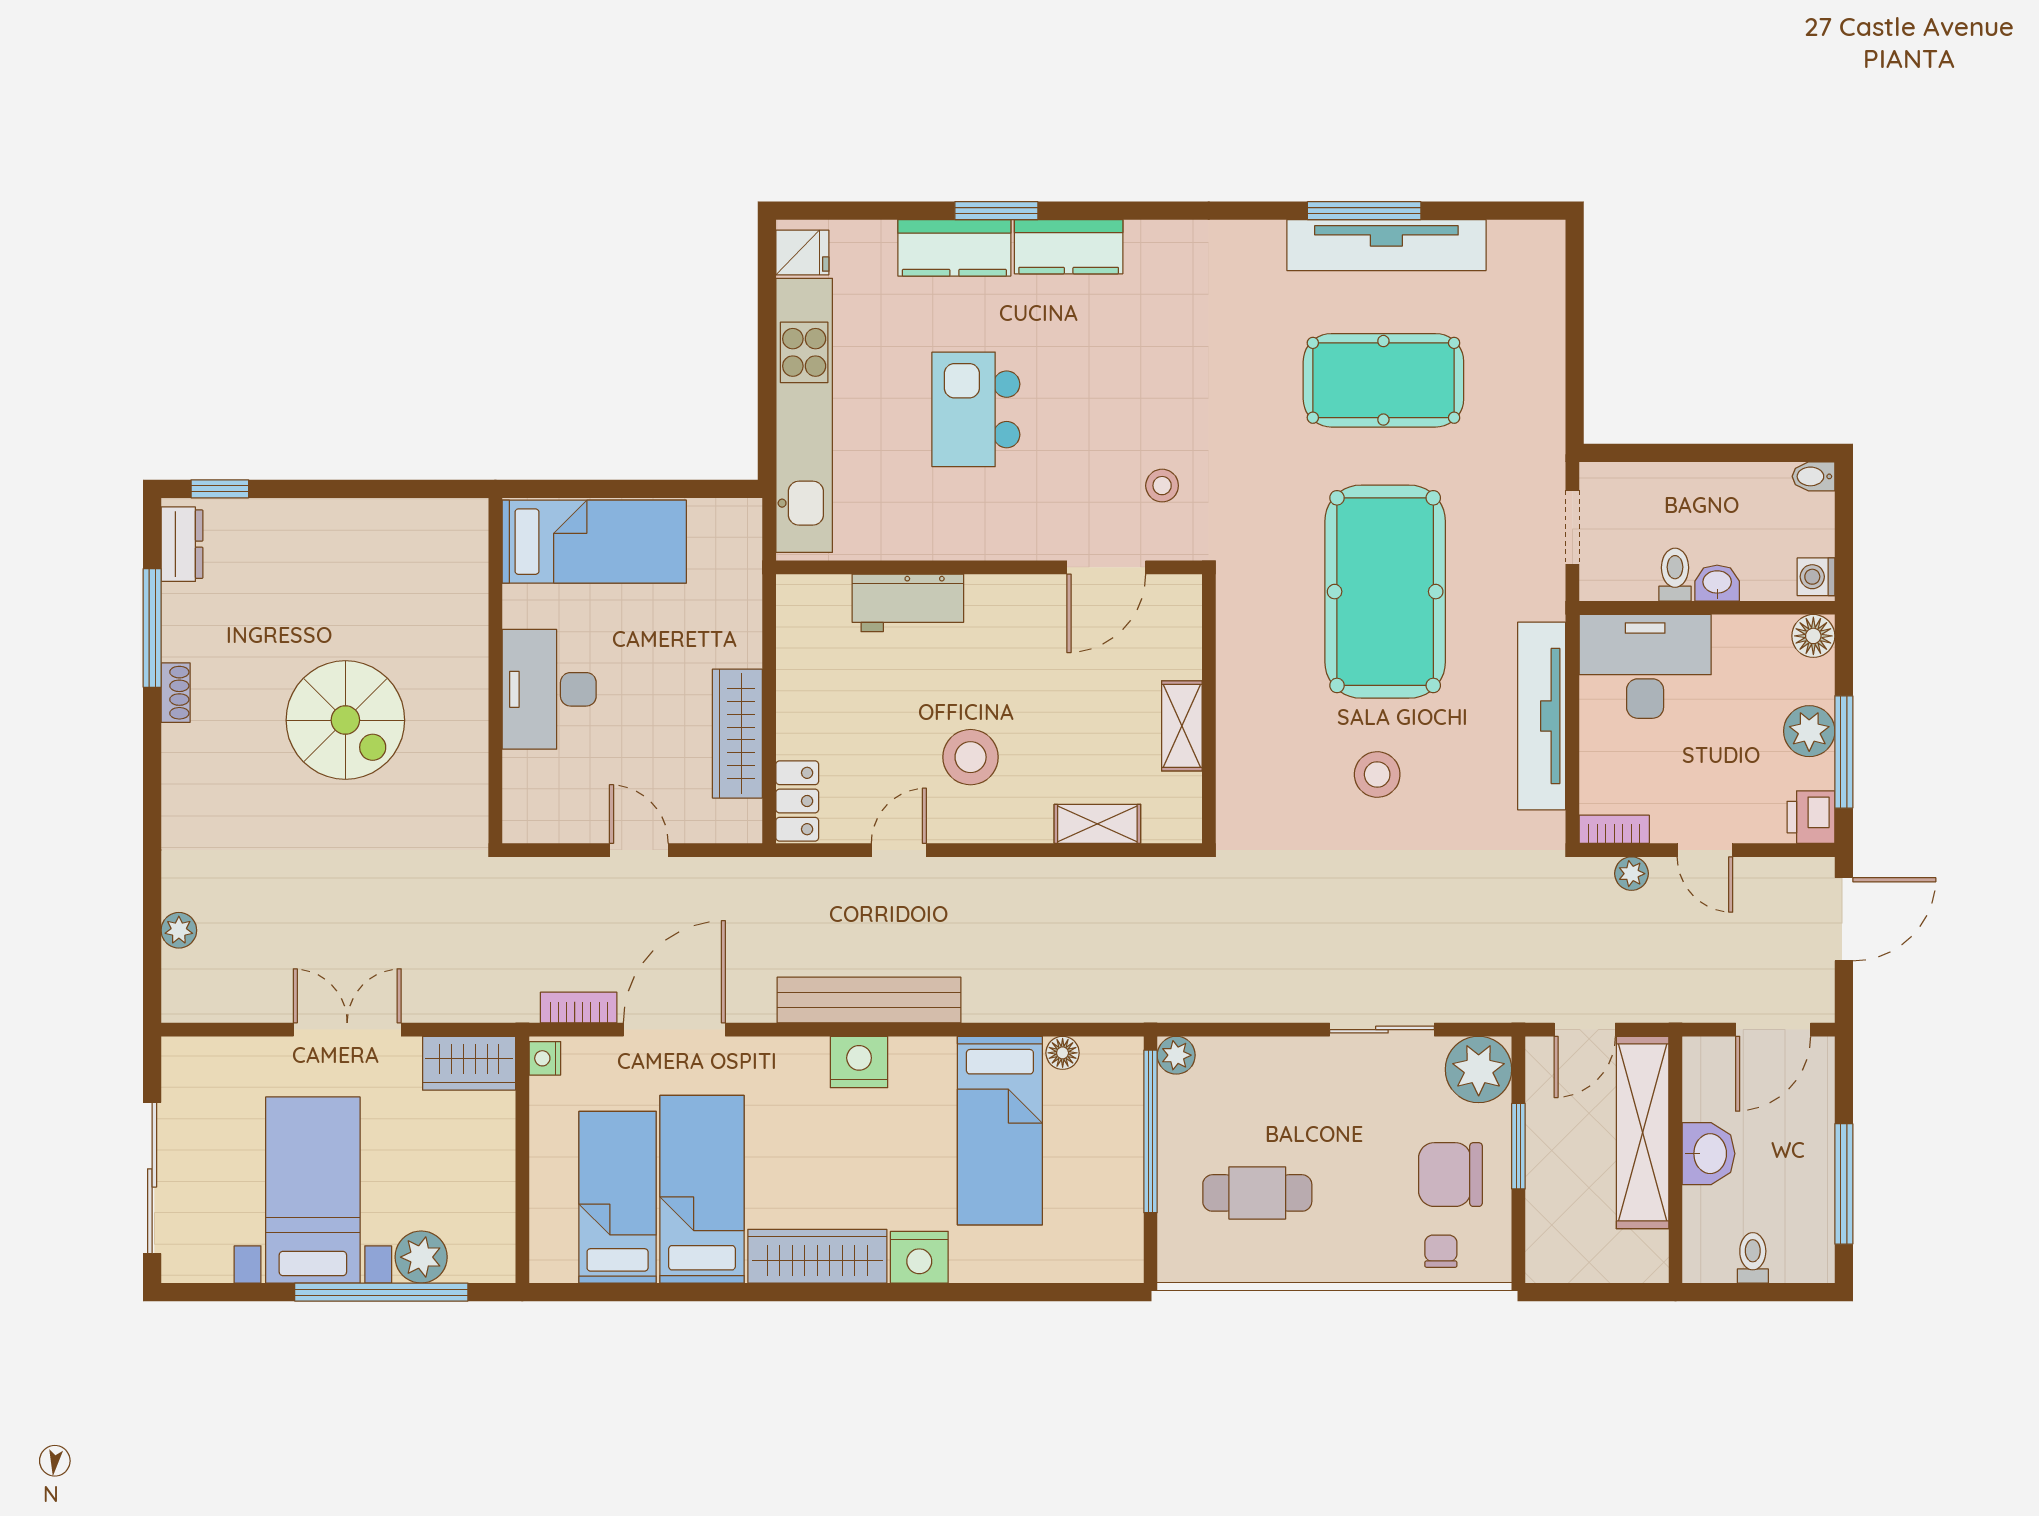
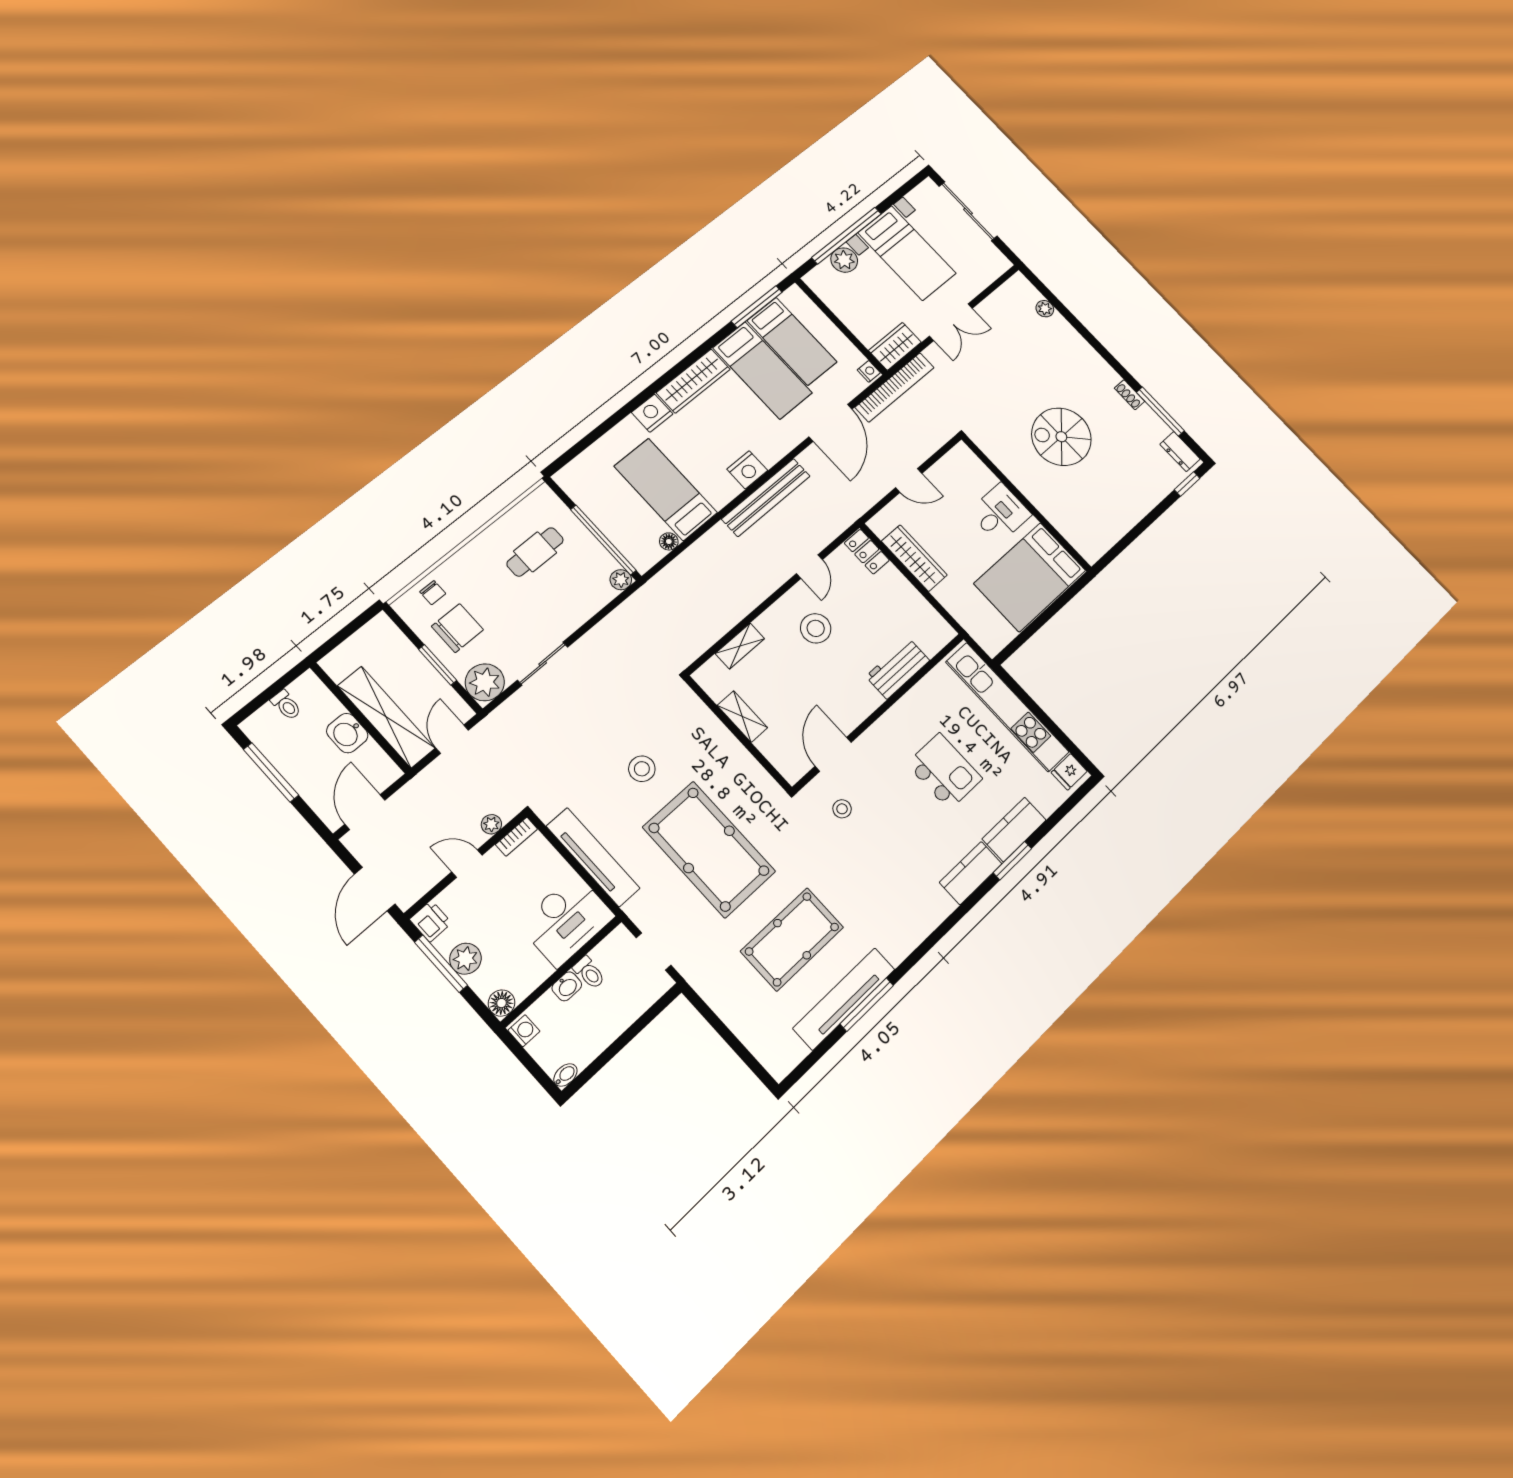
bed: (594, 542) -> (1030, 577), width x1.50
desk: (549, 689) -> (1000, 513), width x0.73
bookcase: (579, 1008) -> (895, 387), width x2.31, depth x1.31
window: (621, 1292) -> (757, 307), added

